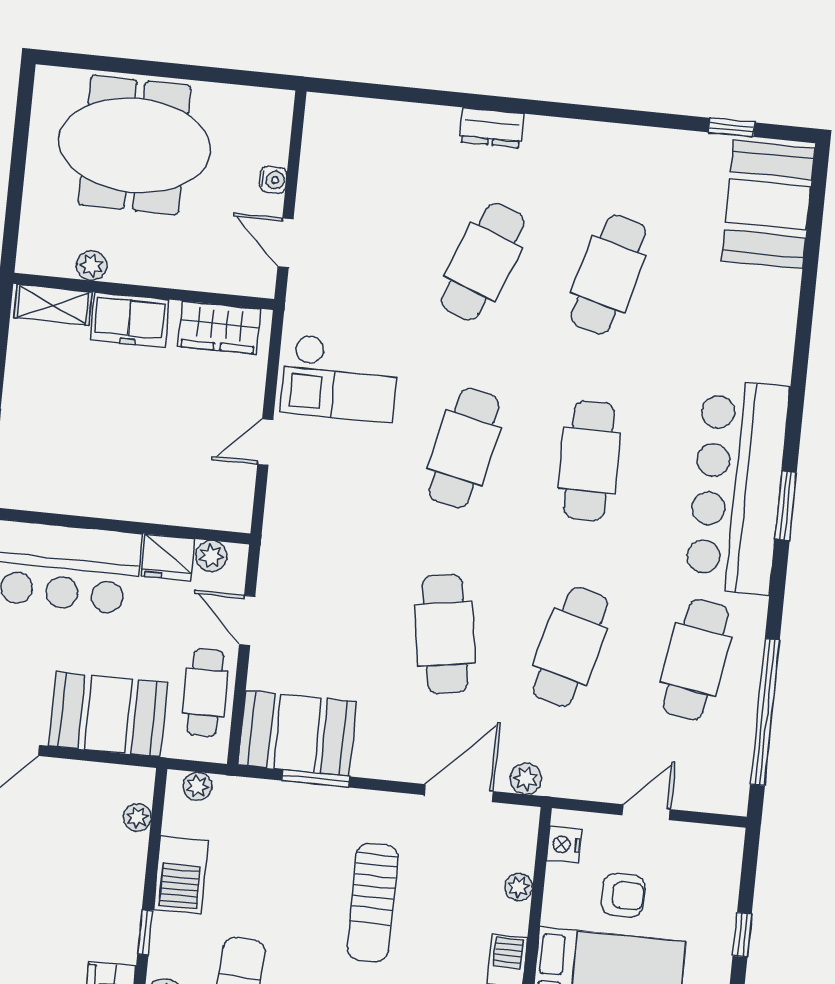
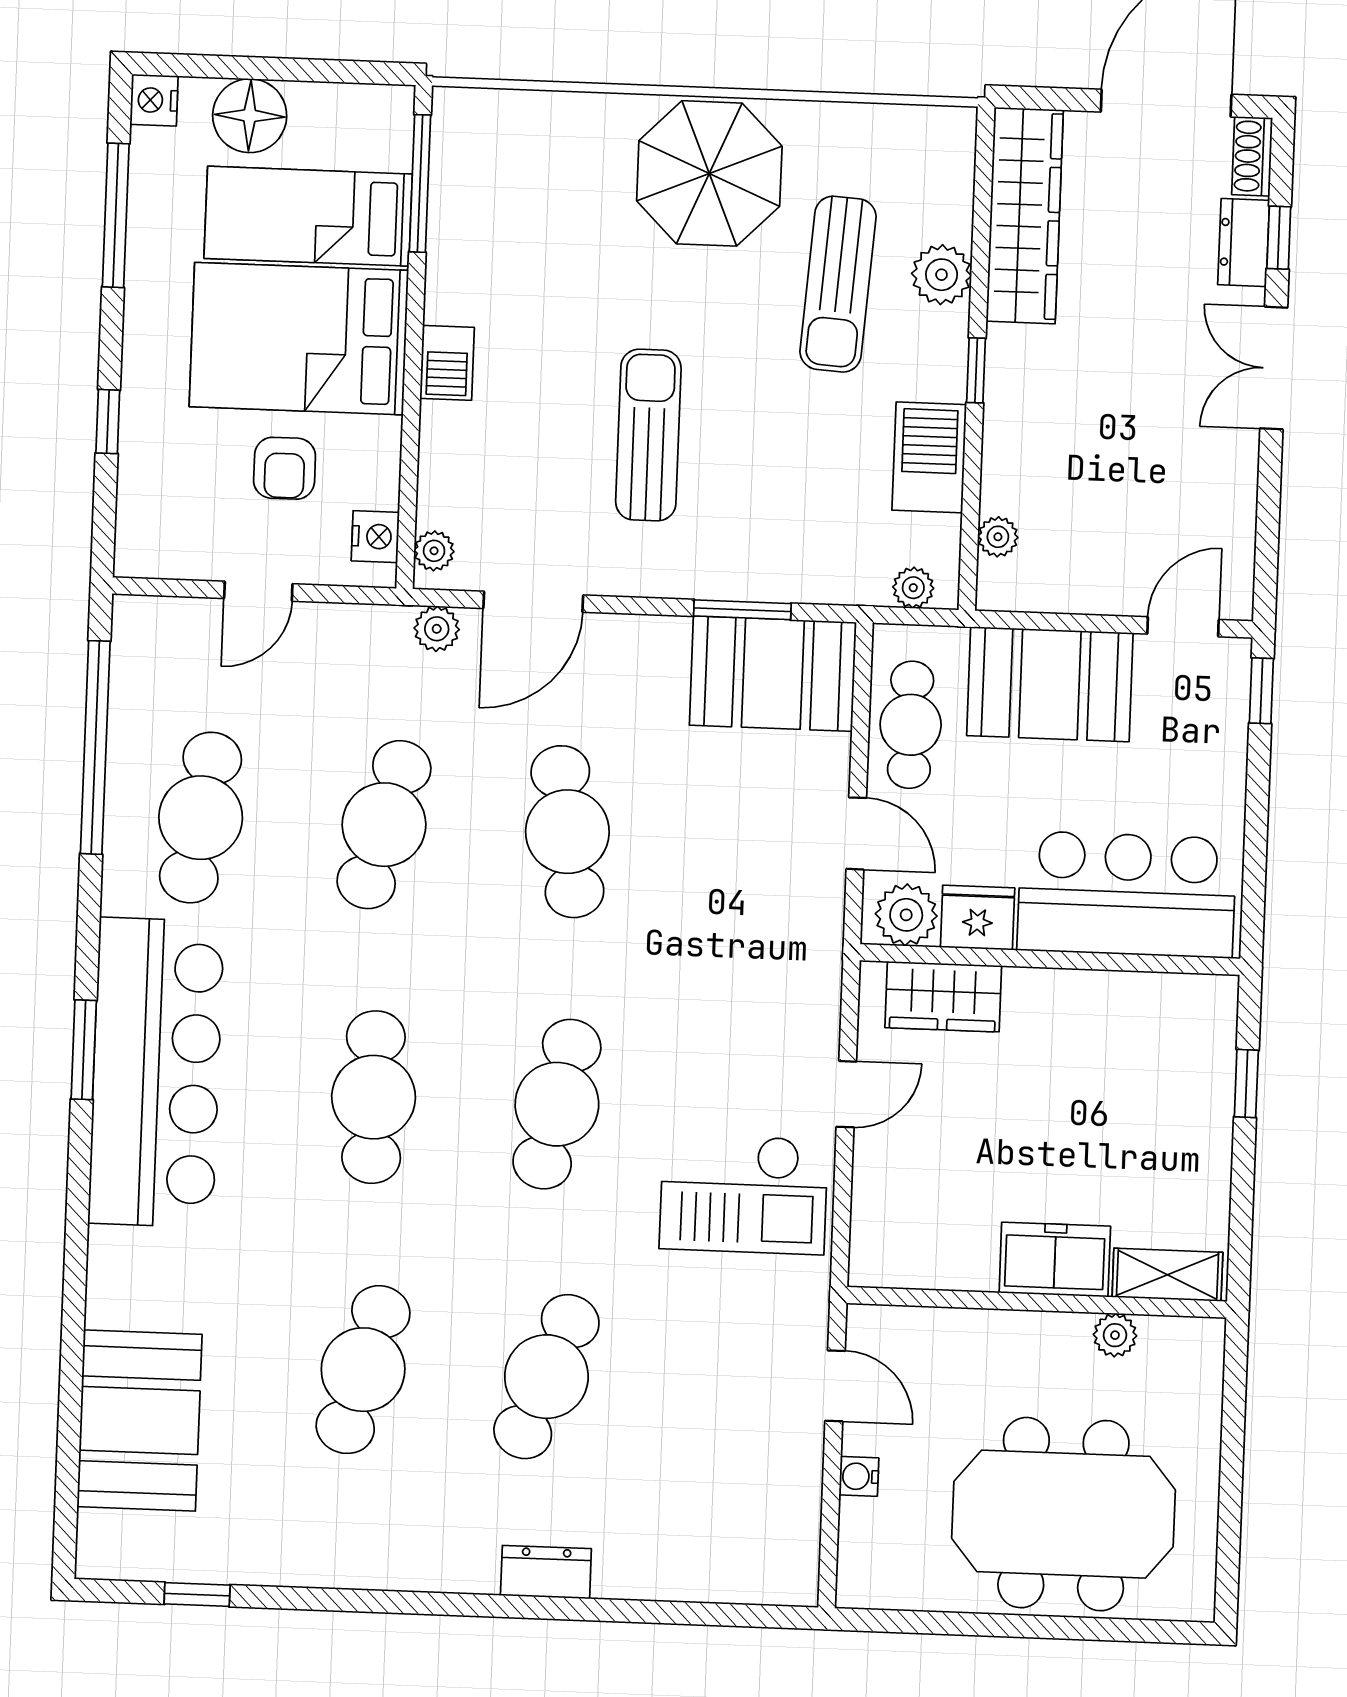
booth: (768, 204) -> (140, 1420), moved
wardrobe: (219, 328) -> (943, 997), moved, turned 180
checkout: (340, 378) -> (744, 1194), turned 180
plant: (211, 556) -> (906, 915), width x1.38, depth x1.38
plant: (519, 887) -> (434, 551), moved
armchair: (623, 895) -> (285, 468), turned -90

